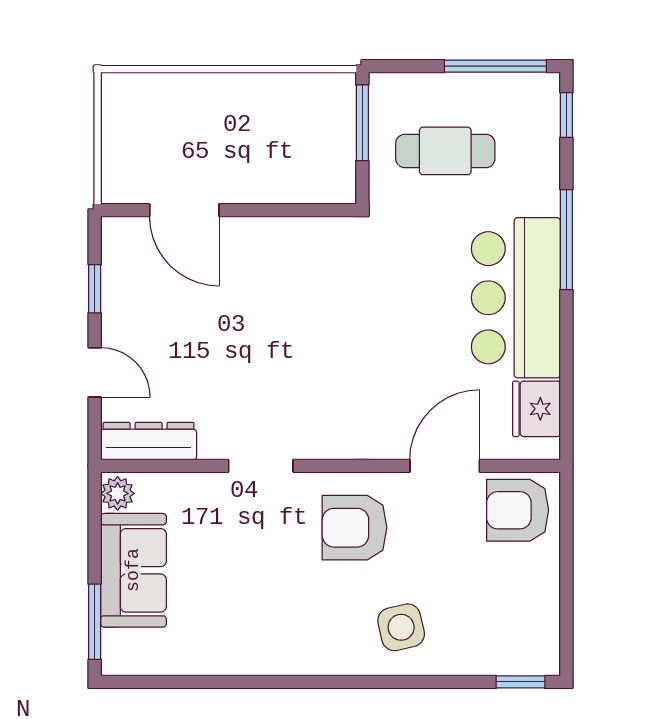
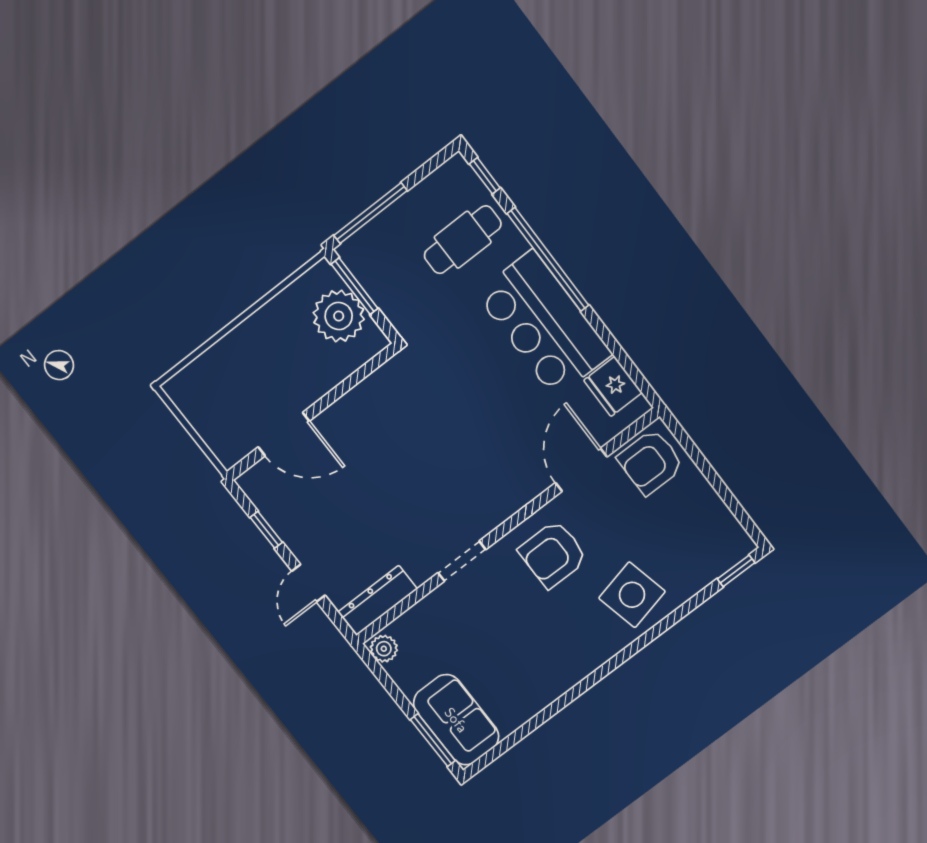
window: (495, 66) -> (371, 213), moved
plant: (325, 139) -> (339, 316), added
cafe table: (445, 151) -> (463, 240), moved
window: (566, 240) -> (548, 259), width x1.46
door: (95, 372) -> (308, 583), swing flipped
sofa: (133, 570) -> (456, 720), moved
side table: (401, 627) -> (632, 595), width x1.37, depth x1.37

